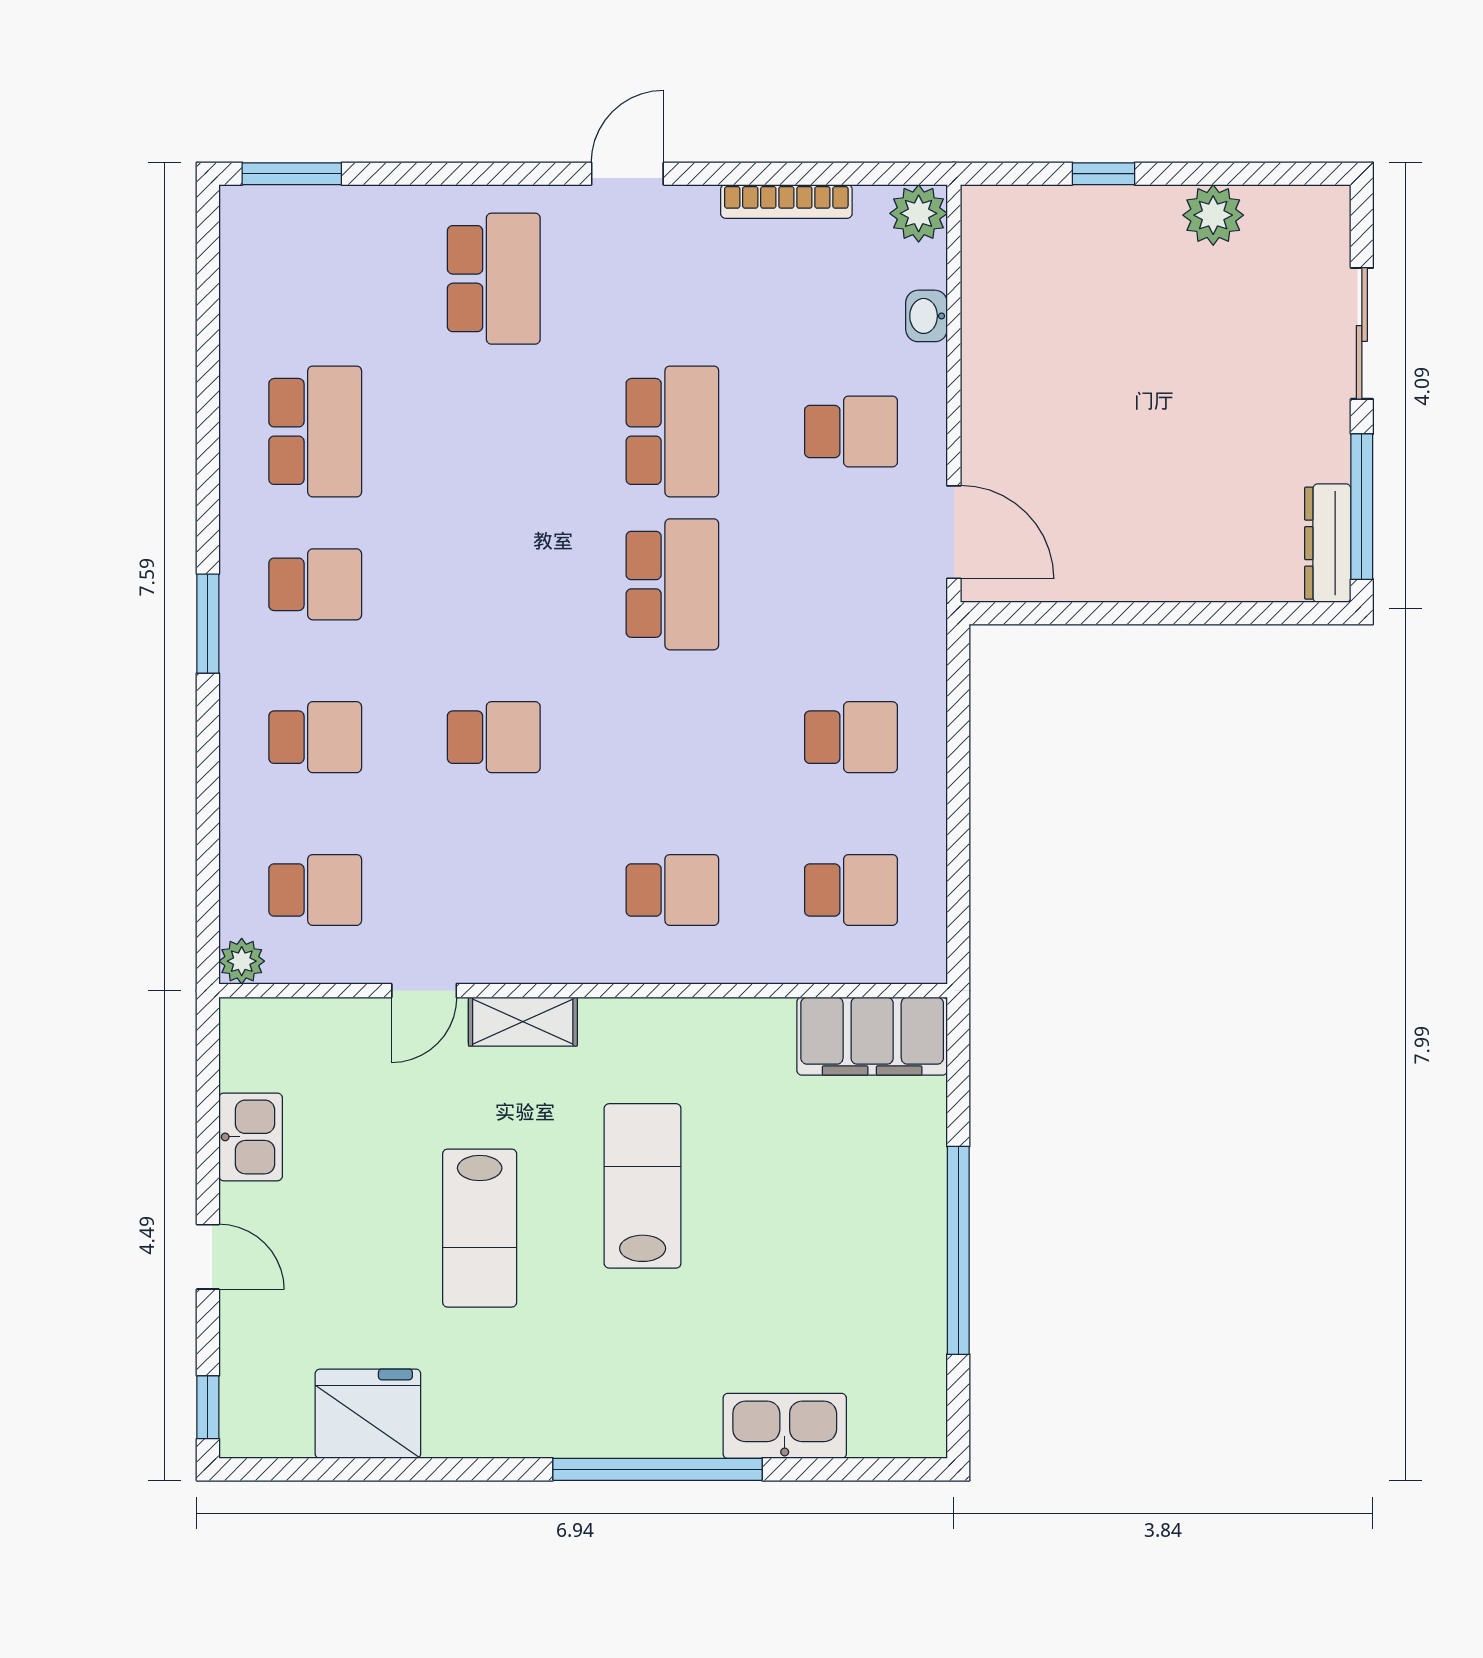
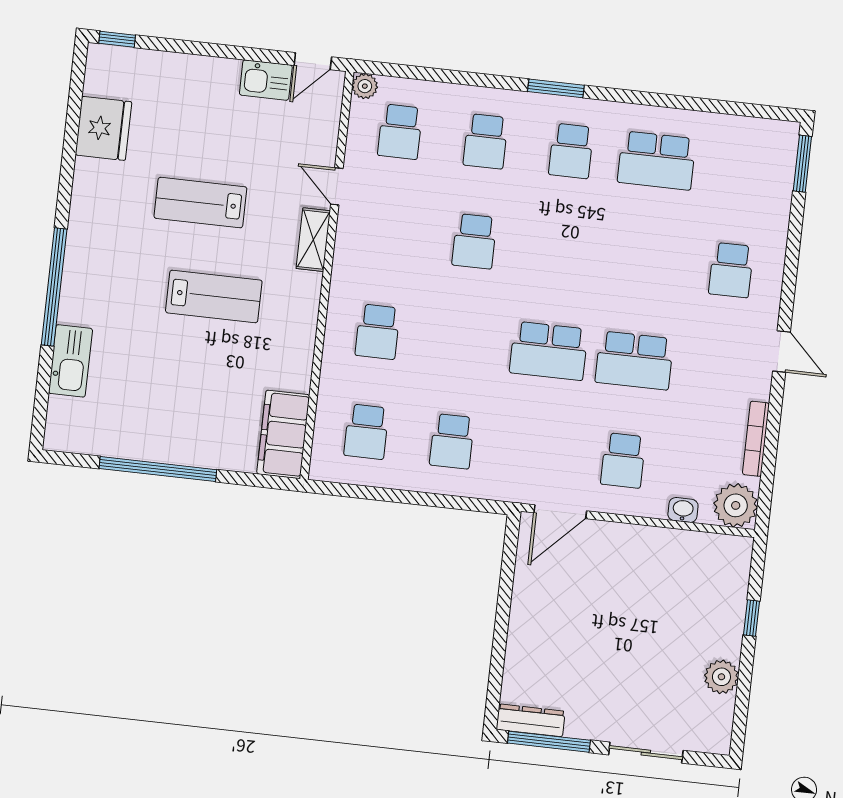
plant: (919, 213) -> (736, 505), width x1.36, depth x1.36
school desk: (494, 279) -> (731, 270), width x0.54
door: (208, 1257) -> (313, 61), moved

